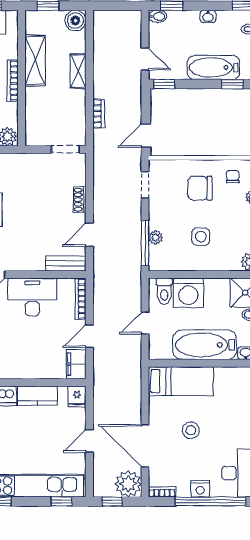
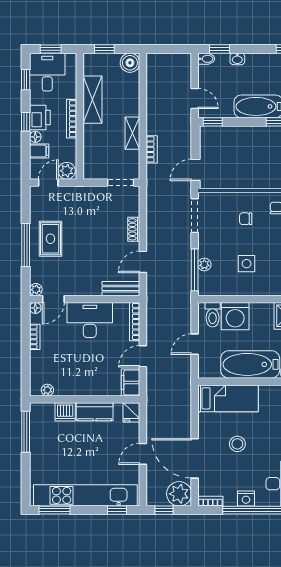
washbasin: (208, 16) -> (237, 59), moved
shelving: (78, 71) -> (132, 133), moved
doorway: (145, 185) -> (195, 216), width x1.38
chair: (200, 188) -> (246, 219), width x0.54, depth x0.54

